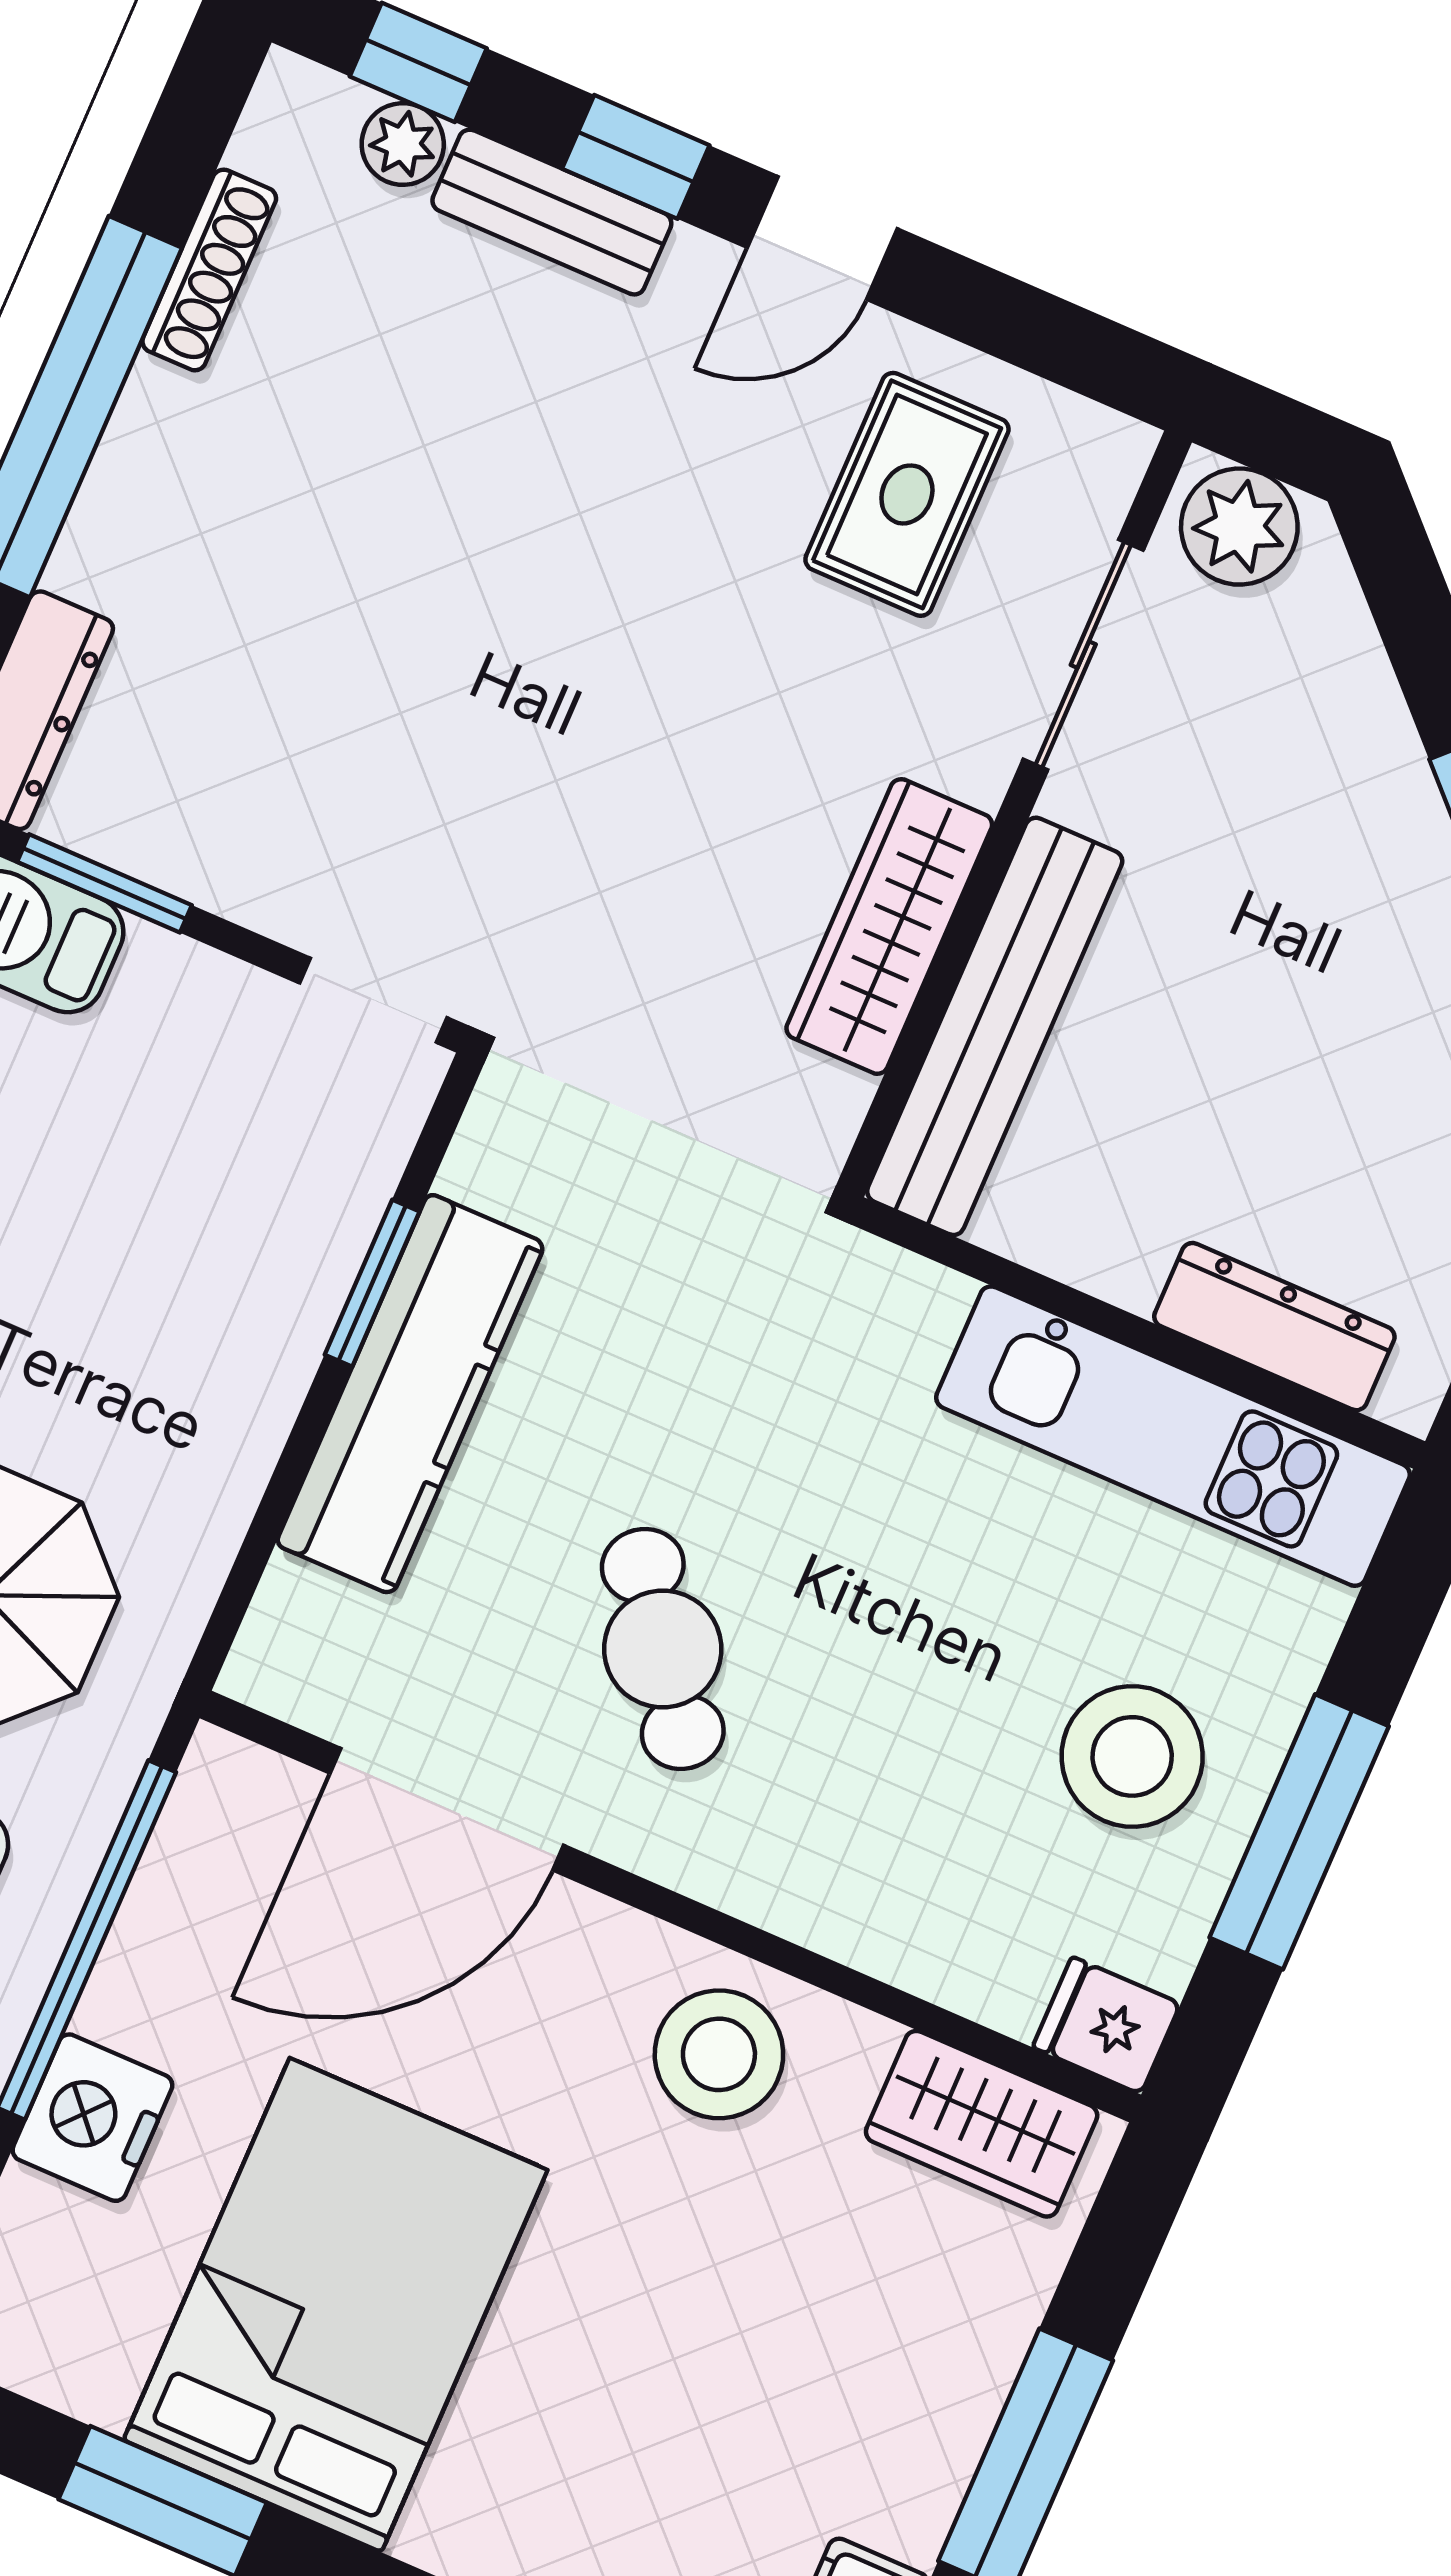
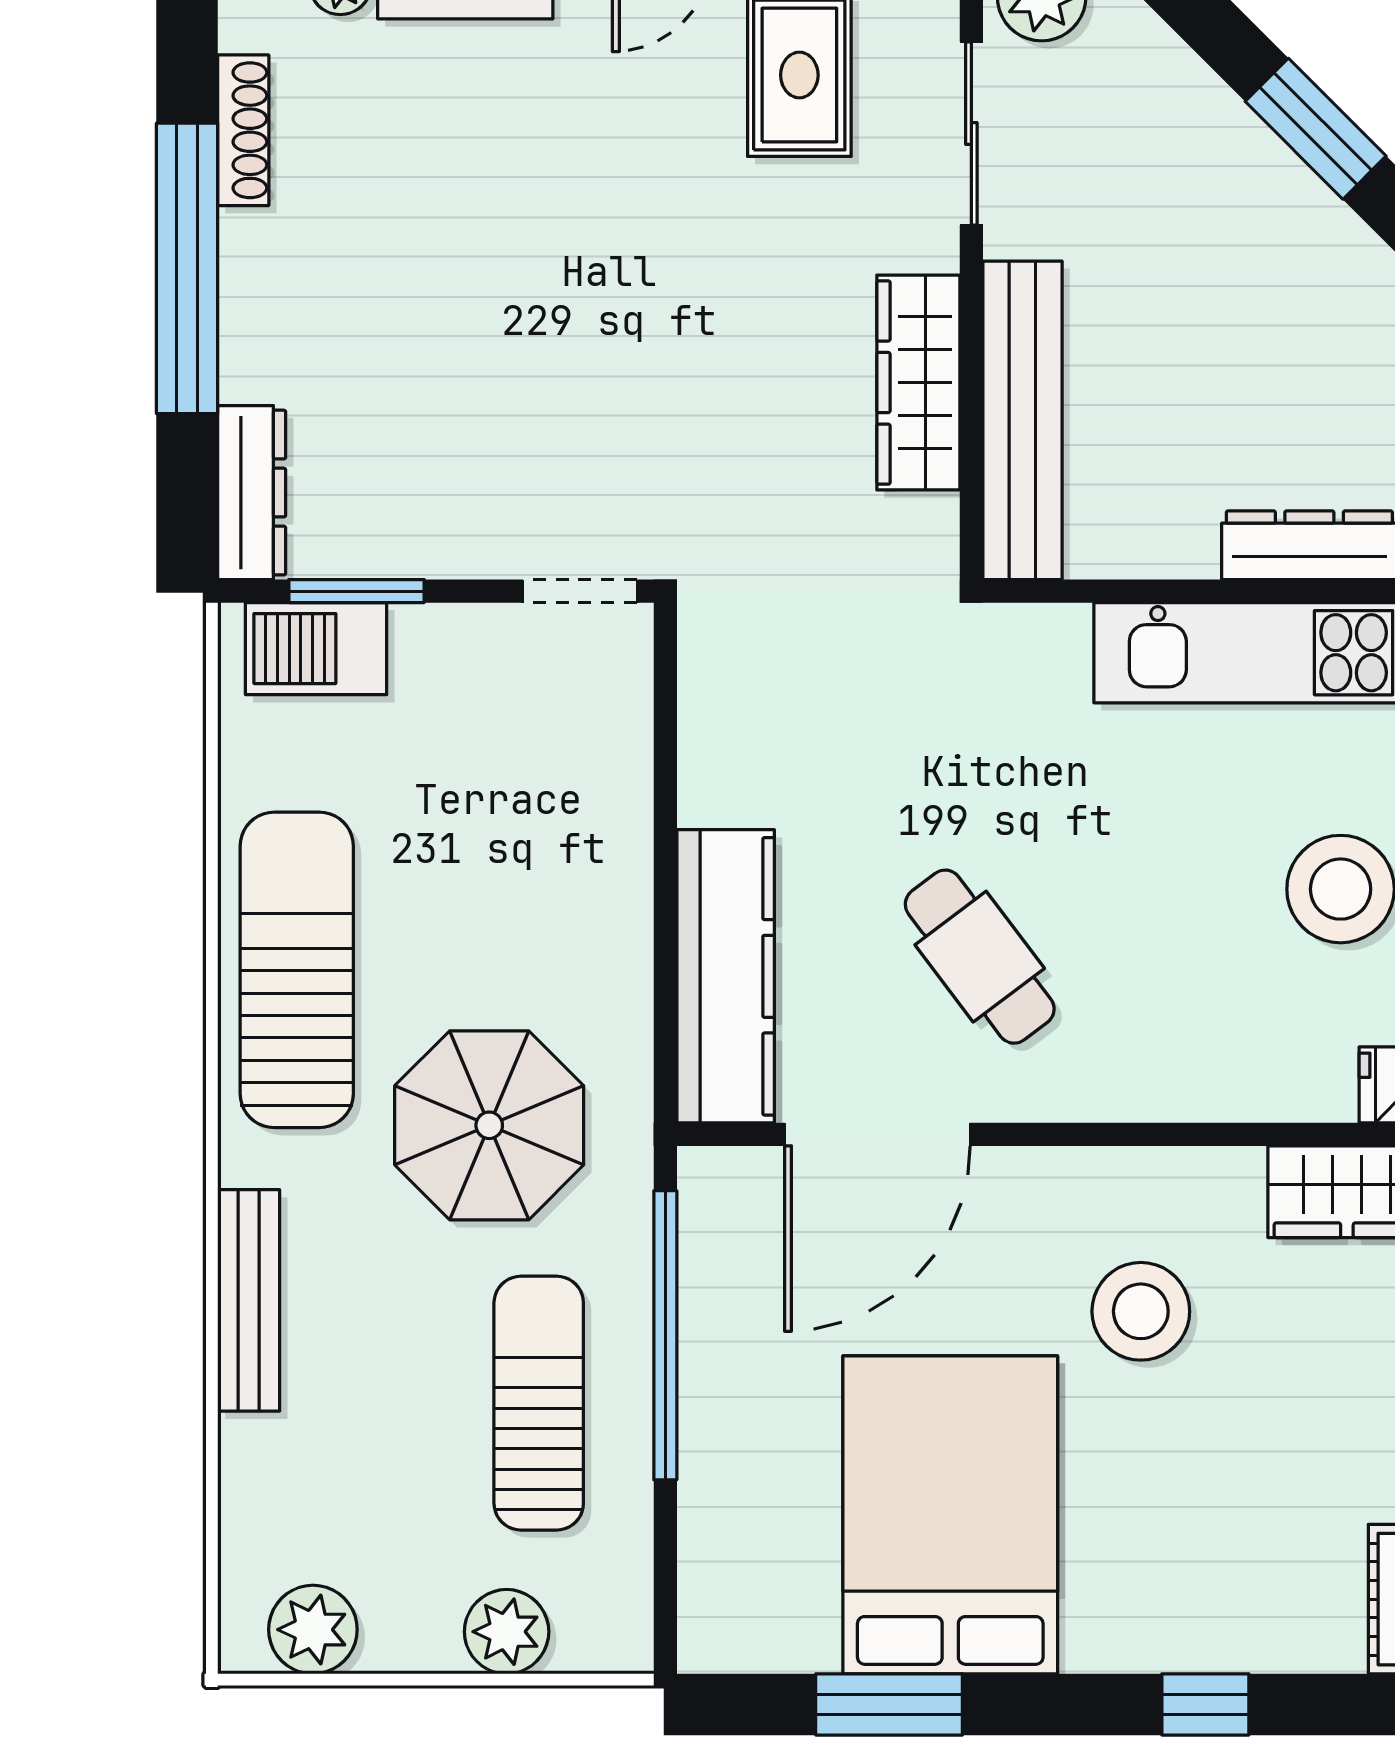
window: (372, 1283) -> (665, 789), removed
kitchen counter: (410, 1394) -> (726, 976), moved
stool: (719, 2054) -> (1141, 1311), moved
nightstand: (92, 2118) -> (723, 1458), removed

